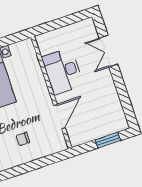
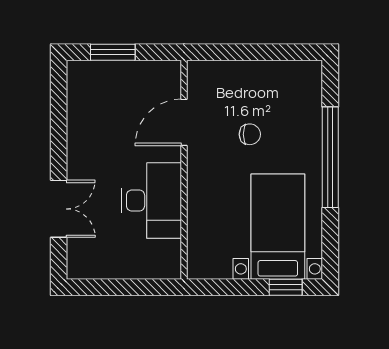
chair: (23, 139) -> (250, 134), moved

